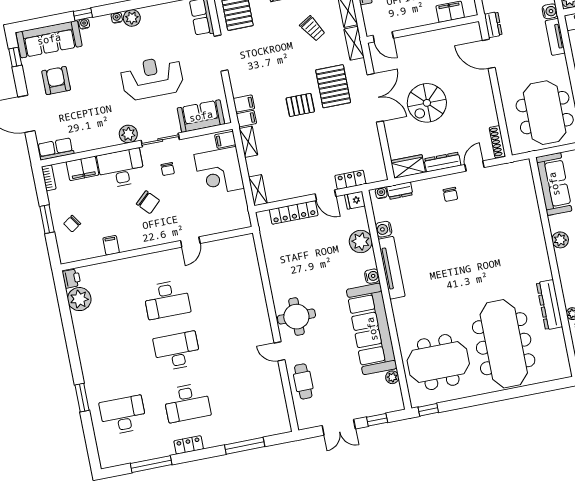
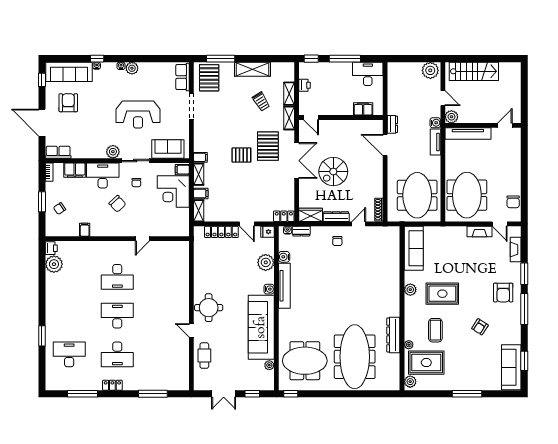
reception desk: (152, 78) -> (138, 115), turned 180
filing cabinet: (244, 104) -> (201, 193), moved
locker: (350, 180) -> (284, 216), moved

